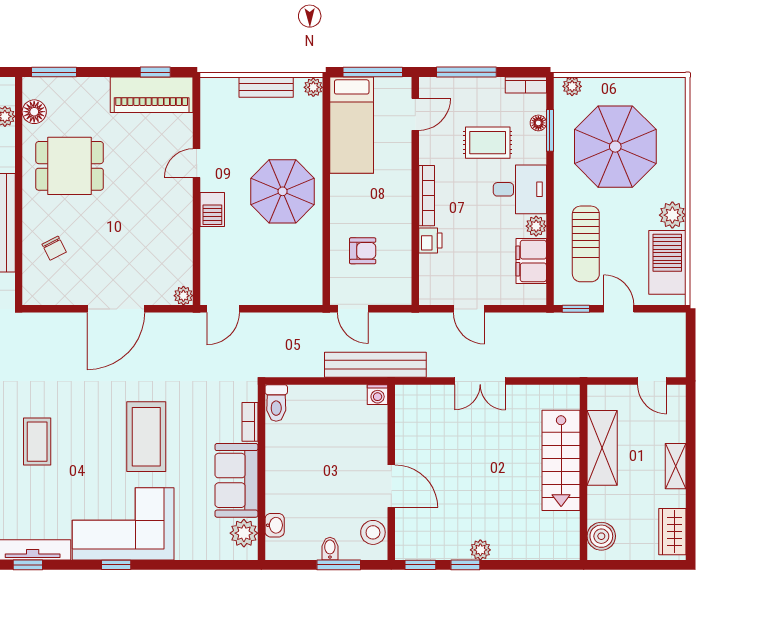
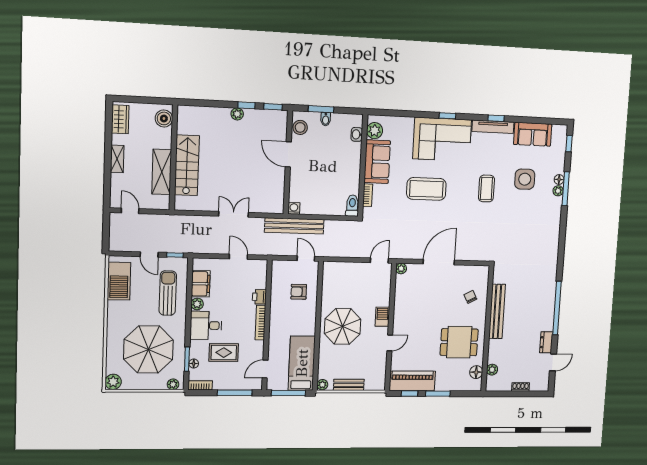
window: (54, 72) -> (438, 394), moved
plant: (672, 215) -> (113, 382), moved
coffee table: (146, 437) -> (426, 189), turned 90

